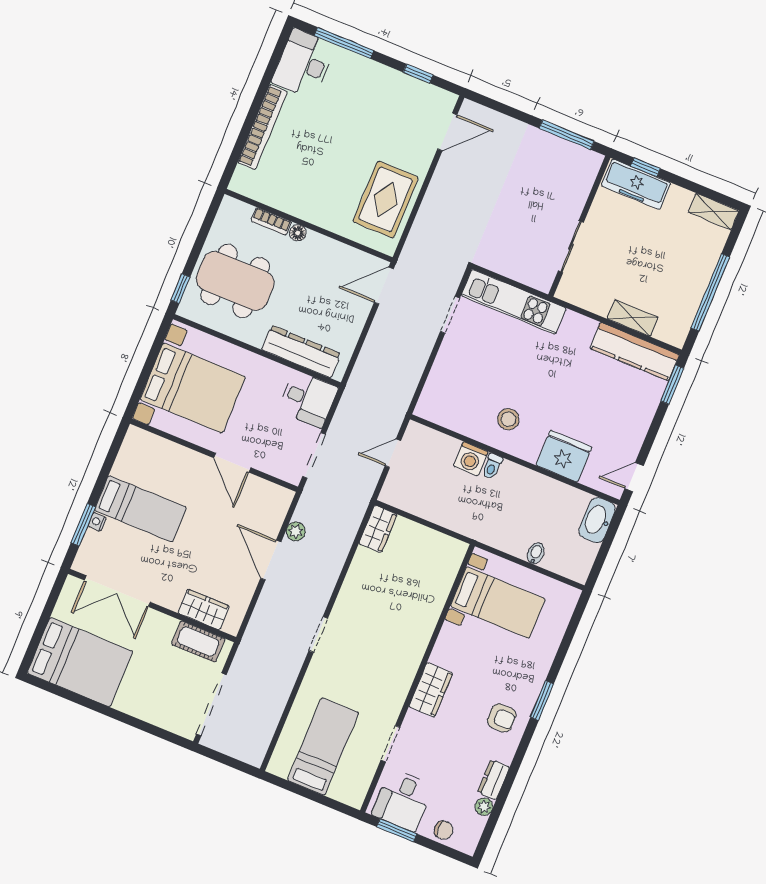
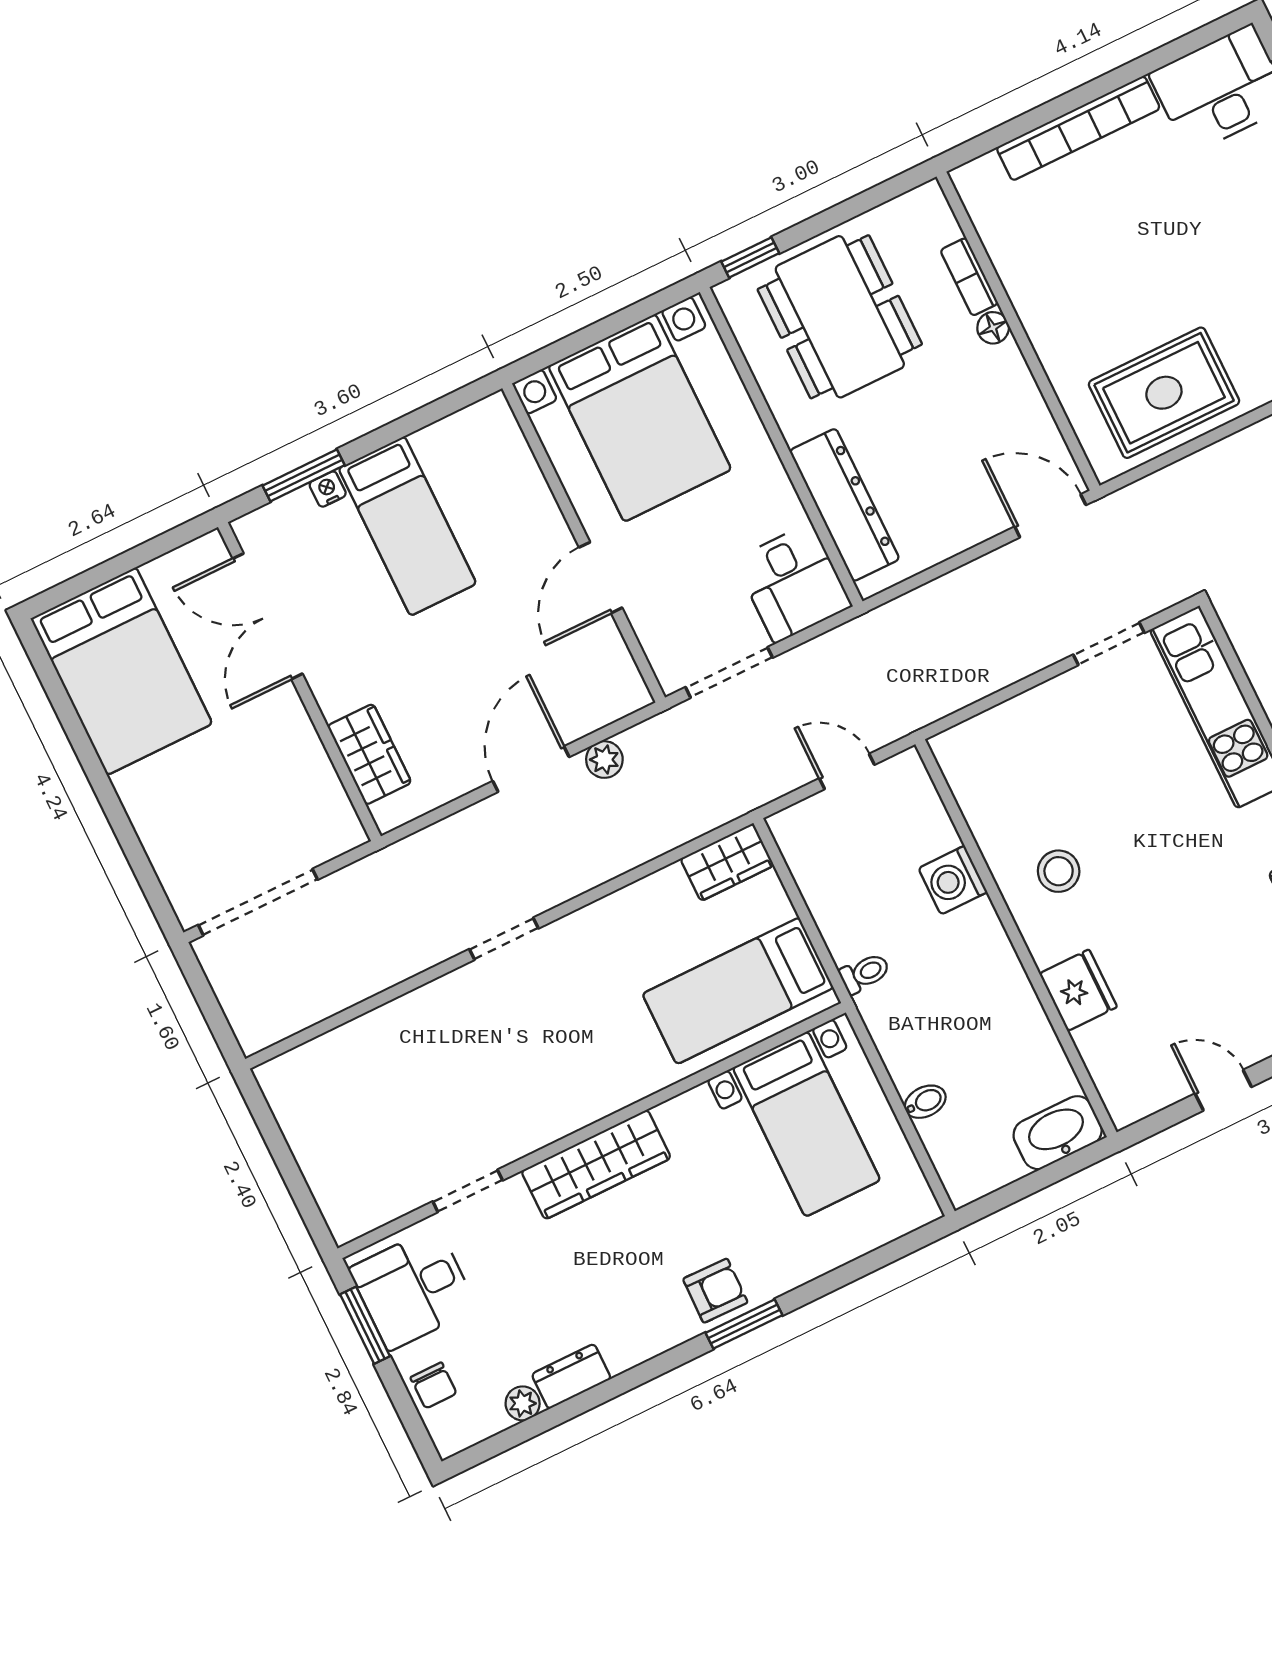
fridge: (564, 456) -> (1078, 990), width x0.73, depth x0.75
toilet: (492, 466) -> (865, 973), moved, turned 180
door: (634, 477) -> (1223, 1090), moved
cot: (198, 642) -> (320, 794), removed
wardrobe: (431, 690) -> (596, 1165), width x1.50
armchair: (502, 718) -> (715, 1291), moved, turned -89
bed: (323, 746) -> (738, 991), moved, turned 180

